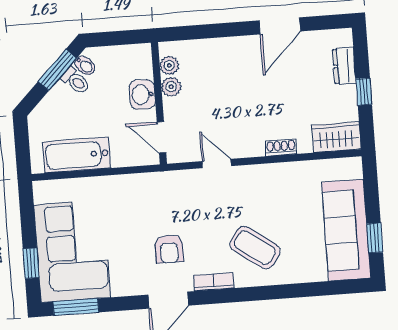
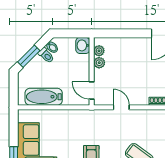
window: (57, 70) -> (29, 56), moved
washbasin: (142, 95) -> (83, 45), moved

